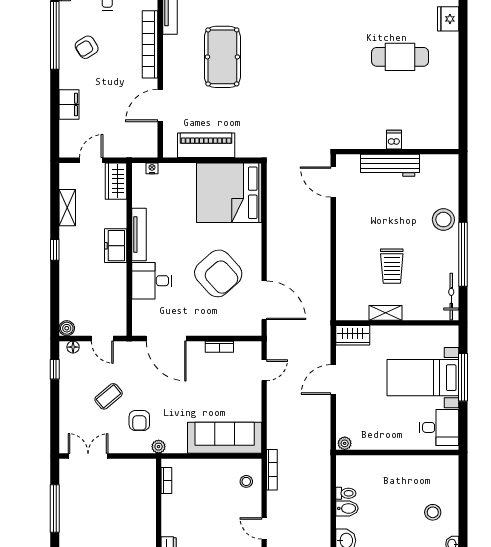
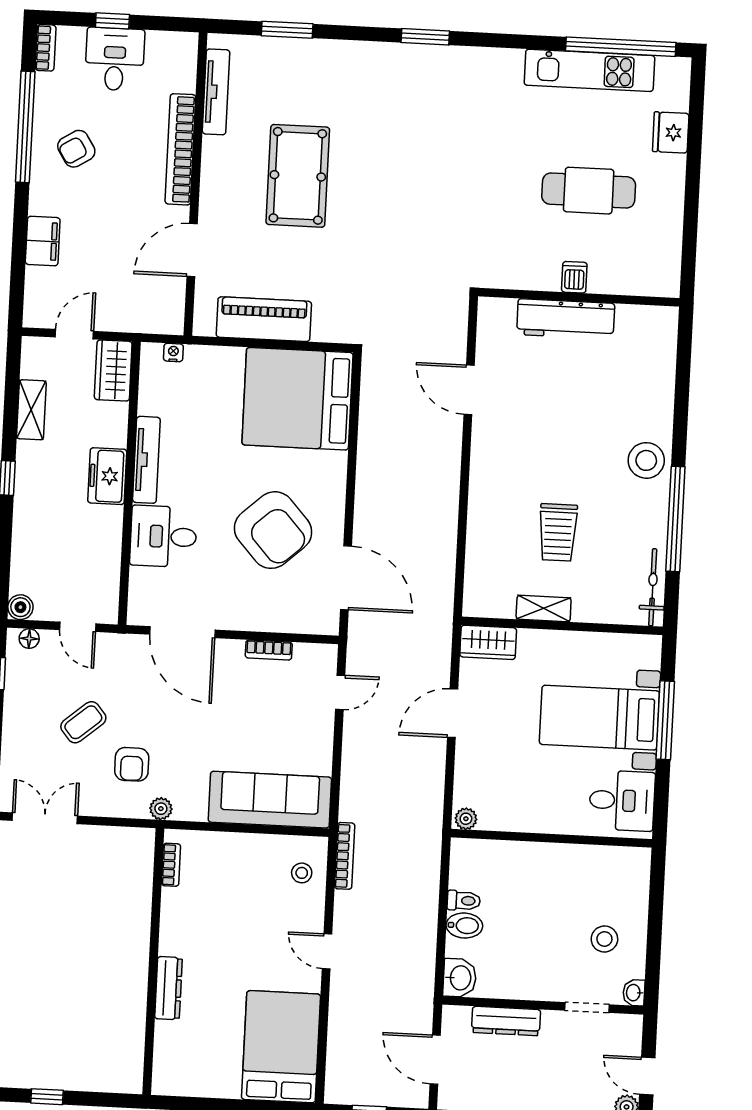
dishwasher: (394, 140) -> (574, 277), moved
wall: (397, 152) -> (579, 297), moved
workbench: (390, 165) -> (566, 319), moved

